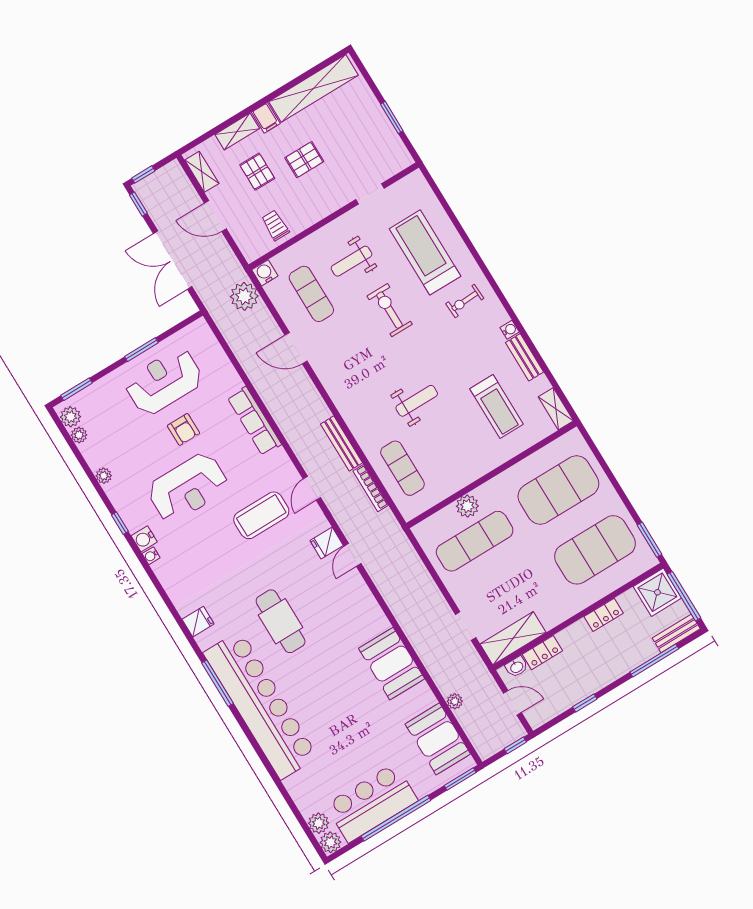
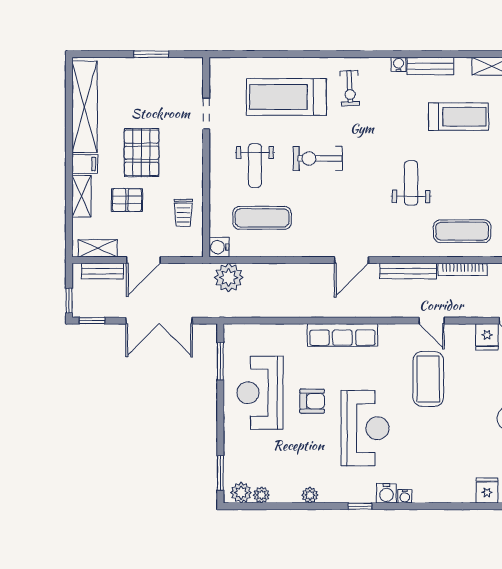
pallet: (304, 160) -> (142, 153), width x1.50, depth x1.42
bench: (185, 187) -> (102, 271), added
trolley: (275, 225) -> (183, 213), turned -90
door: (296, 348) -> (351, 260), moved
window: (141, 350) -> (220, 361), moved

